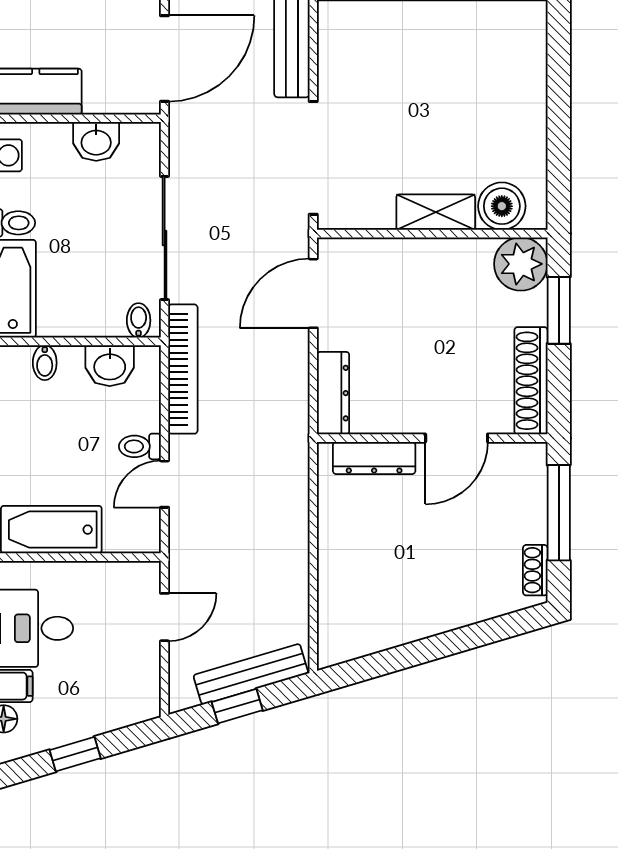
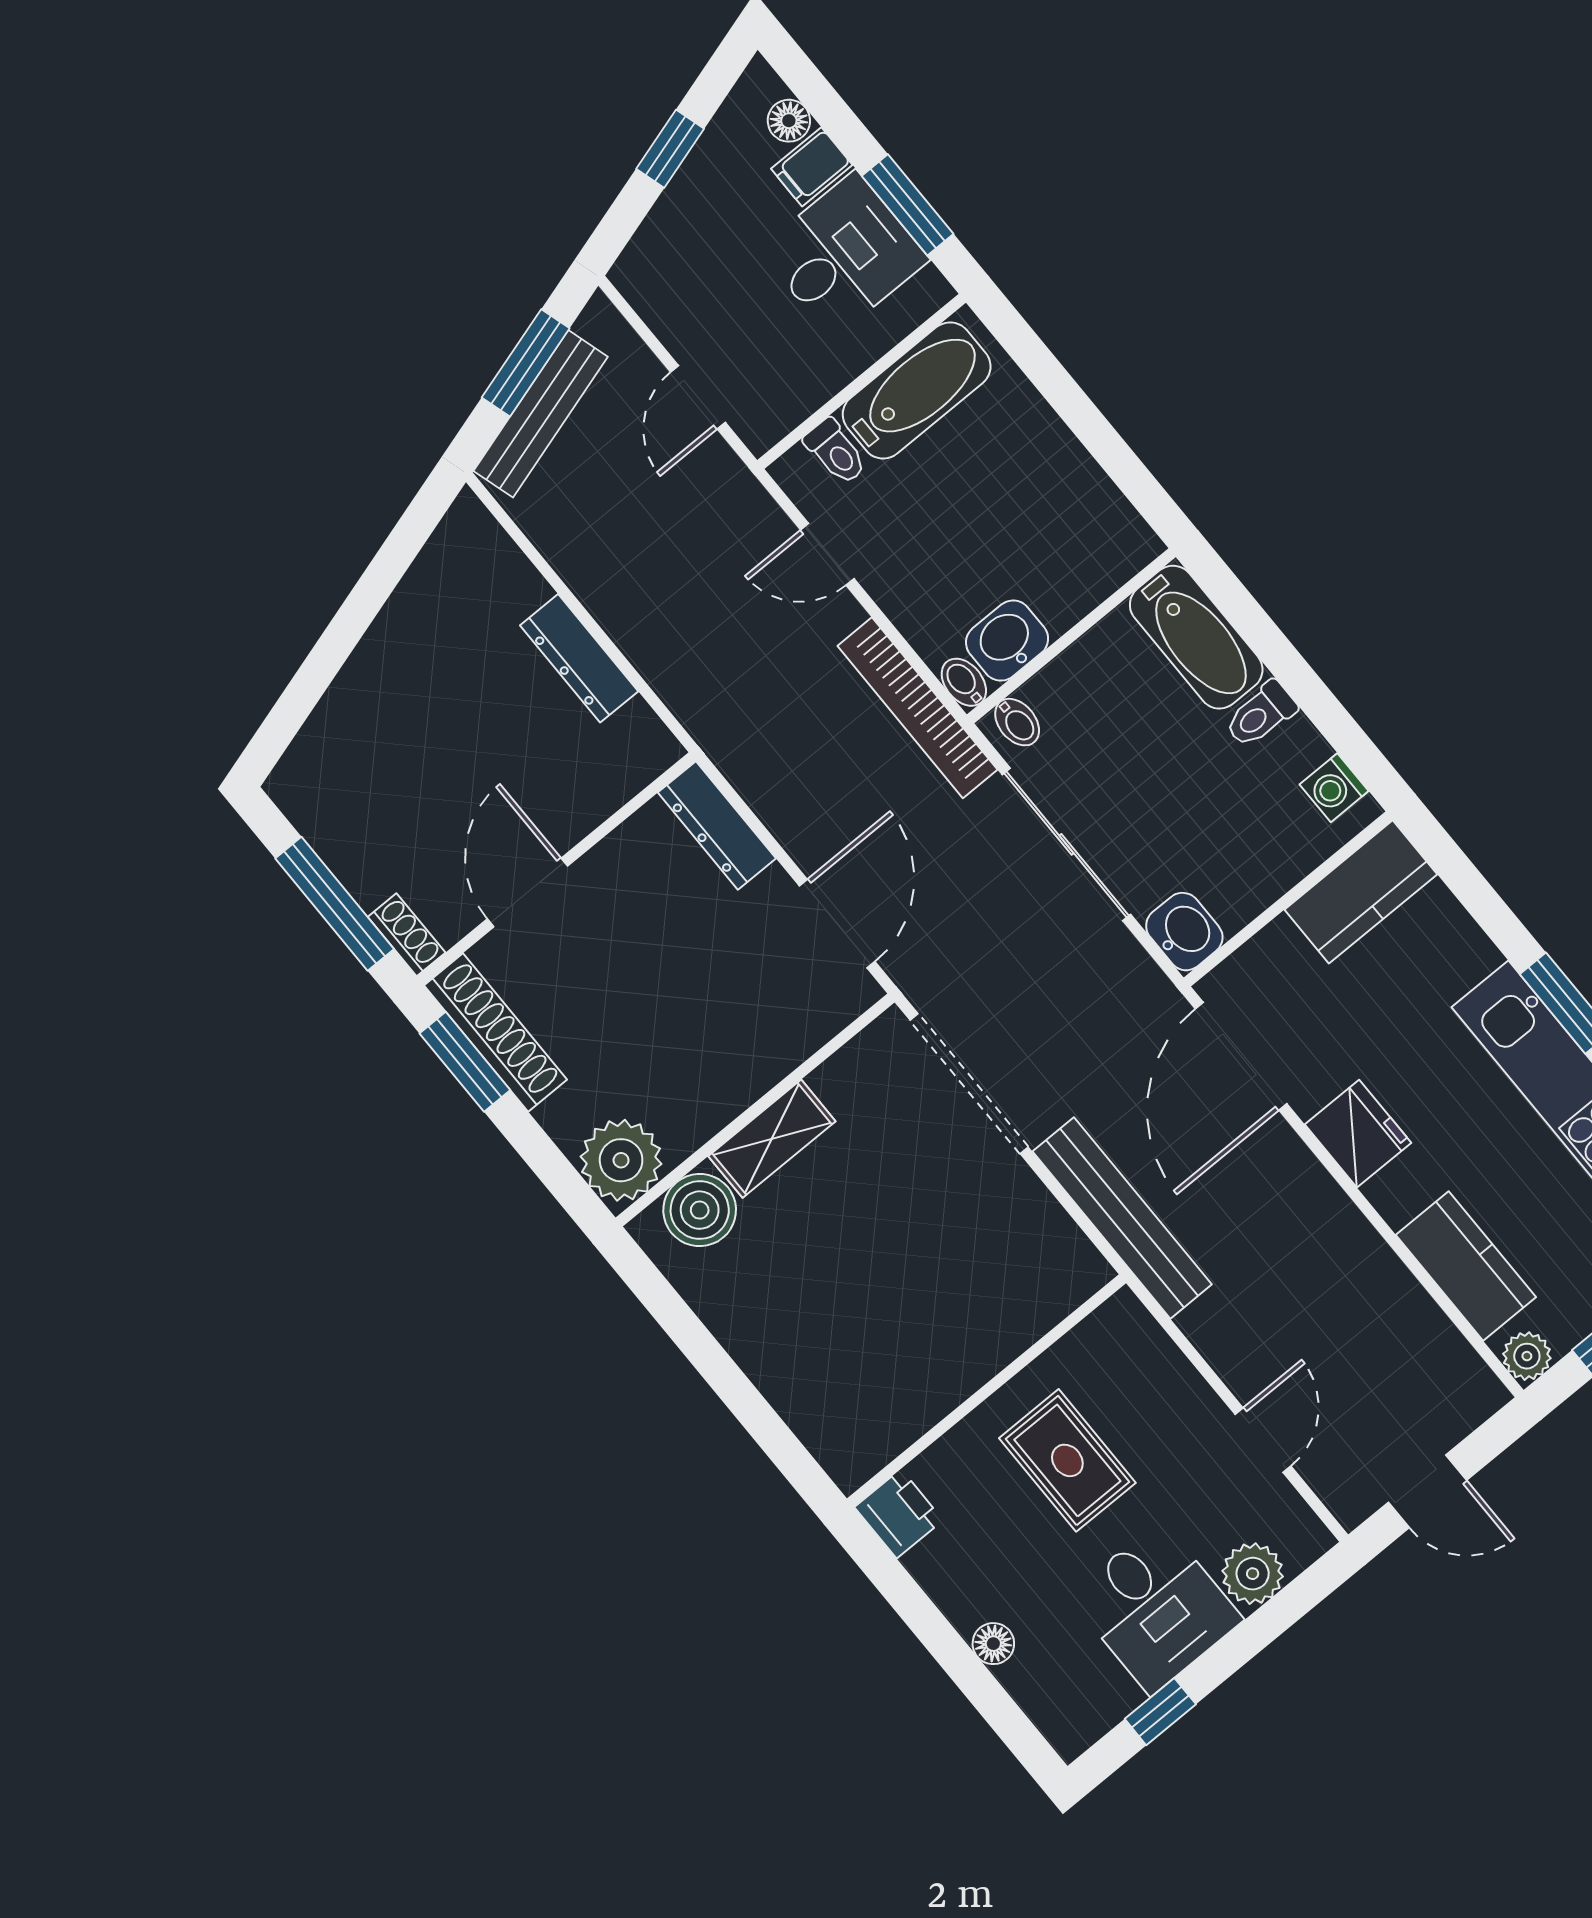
washbasin: (96, 141) -> (1184, 932), moved, turned 90
window: (559, 310) -> (465, 1062), moved
bidet: (45, 363) -> (964, 682), moved
toilet: (140, 446) -> (836, 452), moved, turned 90
dresser: (374, 458) -> (579, 658), moved, turned -90
door: (165, 484) -> (827, 554), swing flipped
shoe rack: (535, 570) -> (407, 935), moved
window: (237, 706) -> (526, 363), width x1.50

